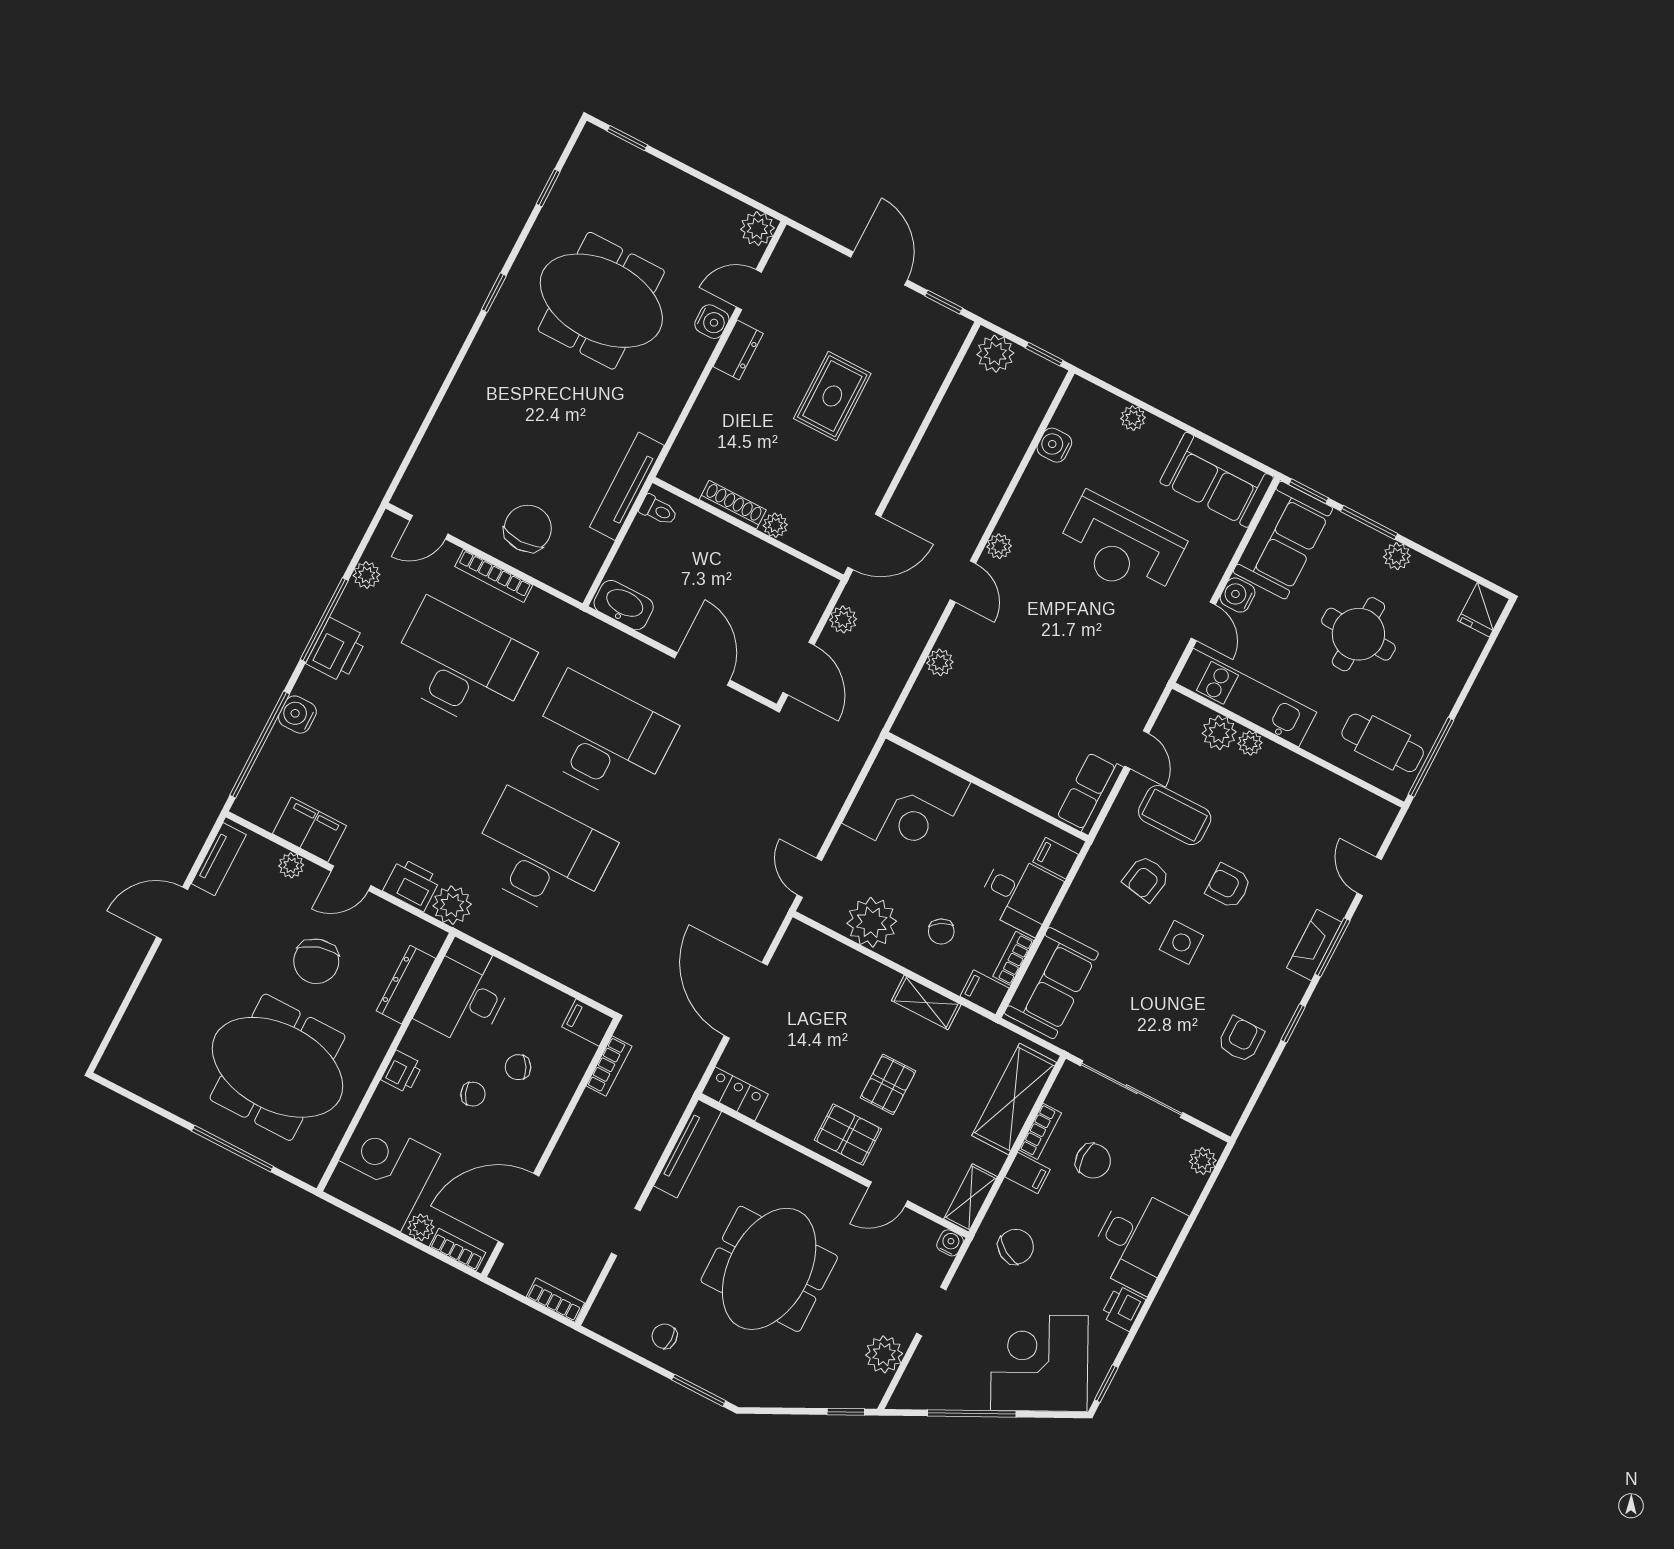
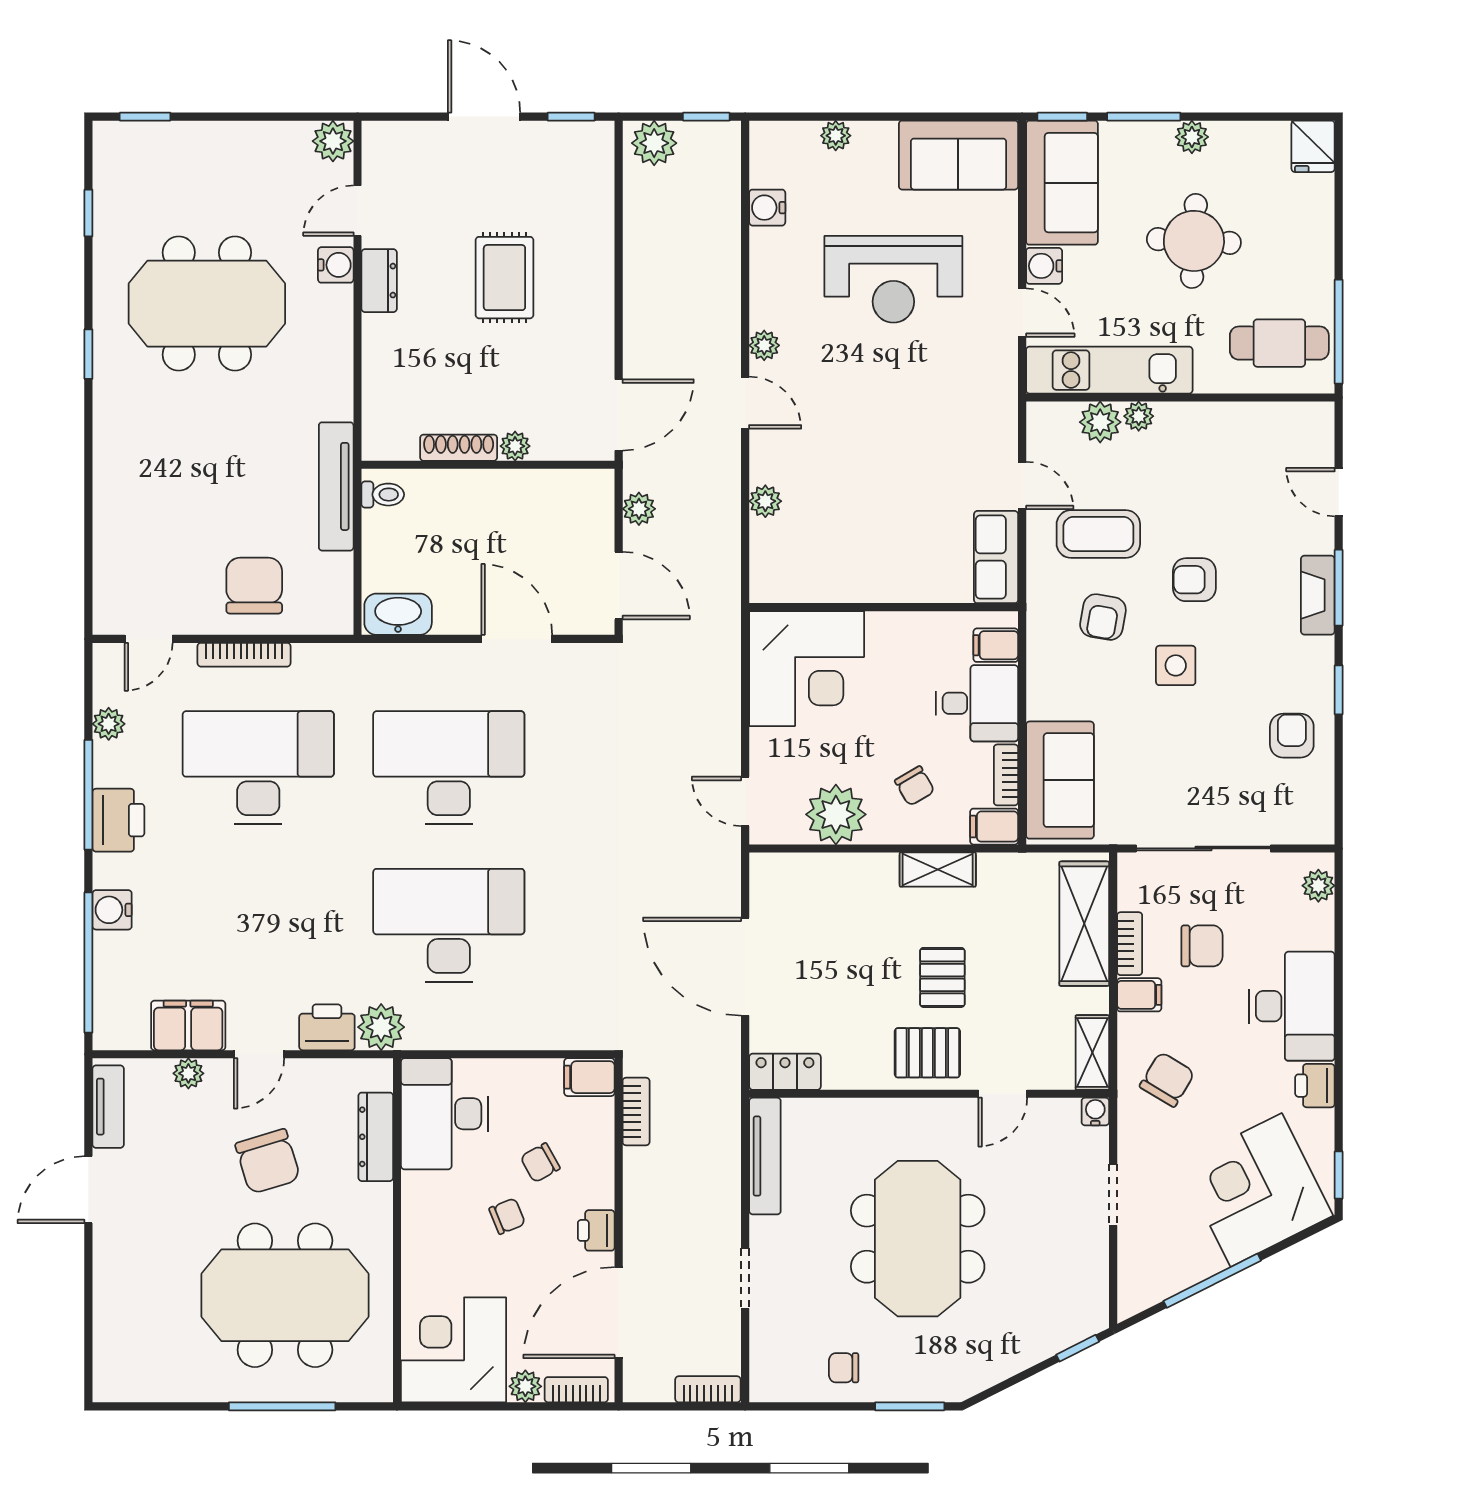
printer: (402, 1072) -> (596, 1230), moved, turned 180
plant: (884, 1354) -> (1087, 1266), removed

